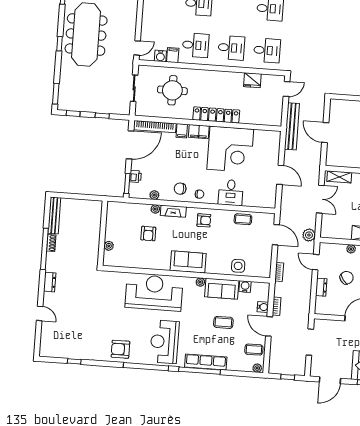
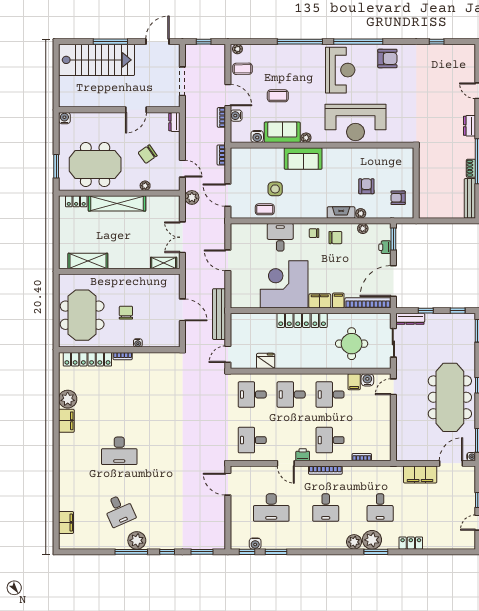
dresser: (117, 109) -> (410, 319), added
armchair: (204, 220) -> (398, 198), moved
plant: (109, 246) -> (408, 170), removed
sofa: (188, 262) -> (303, 159), moved
side table: (238, 266) -> (275, 189), moved
dresser: (321, 287) -> (174, 122), moved
row of seats: (206, 362) -> (294, 51), removed

